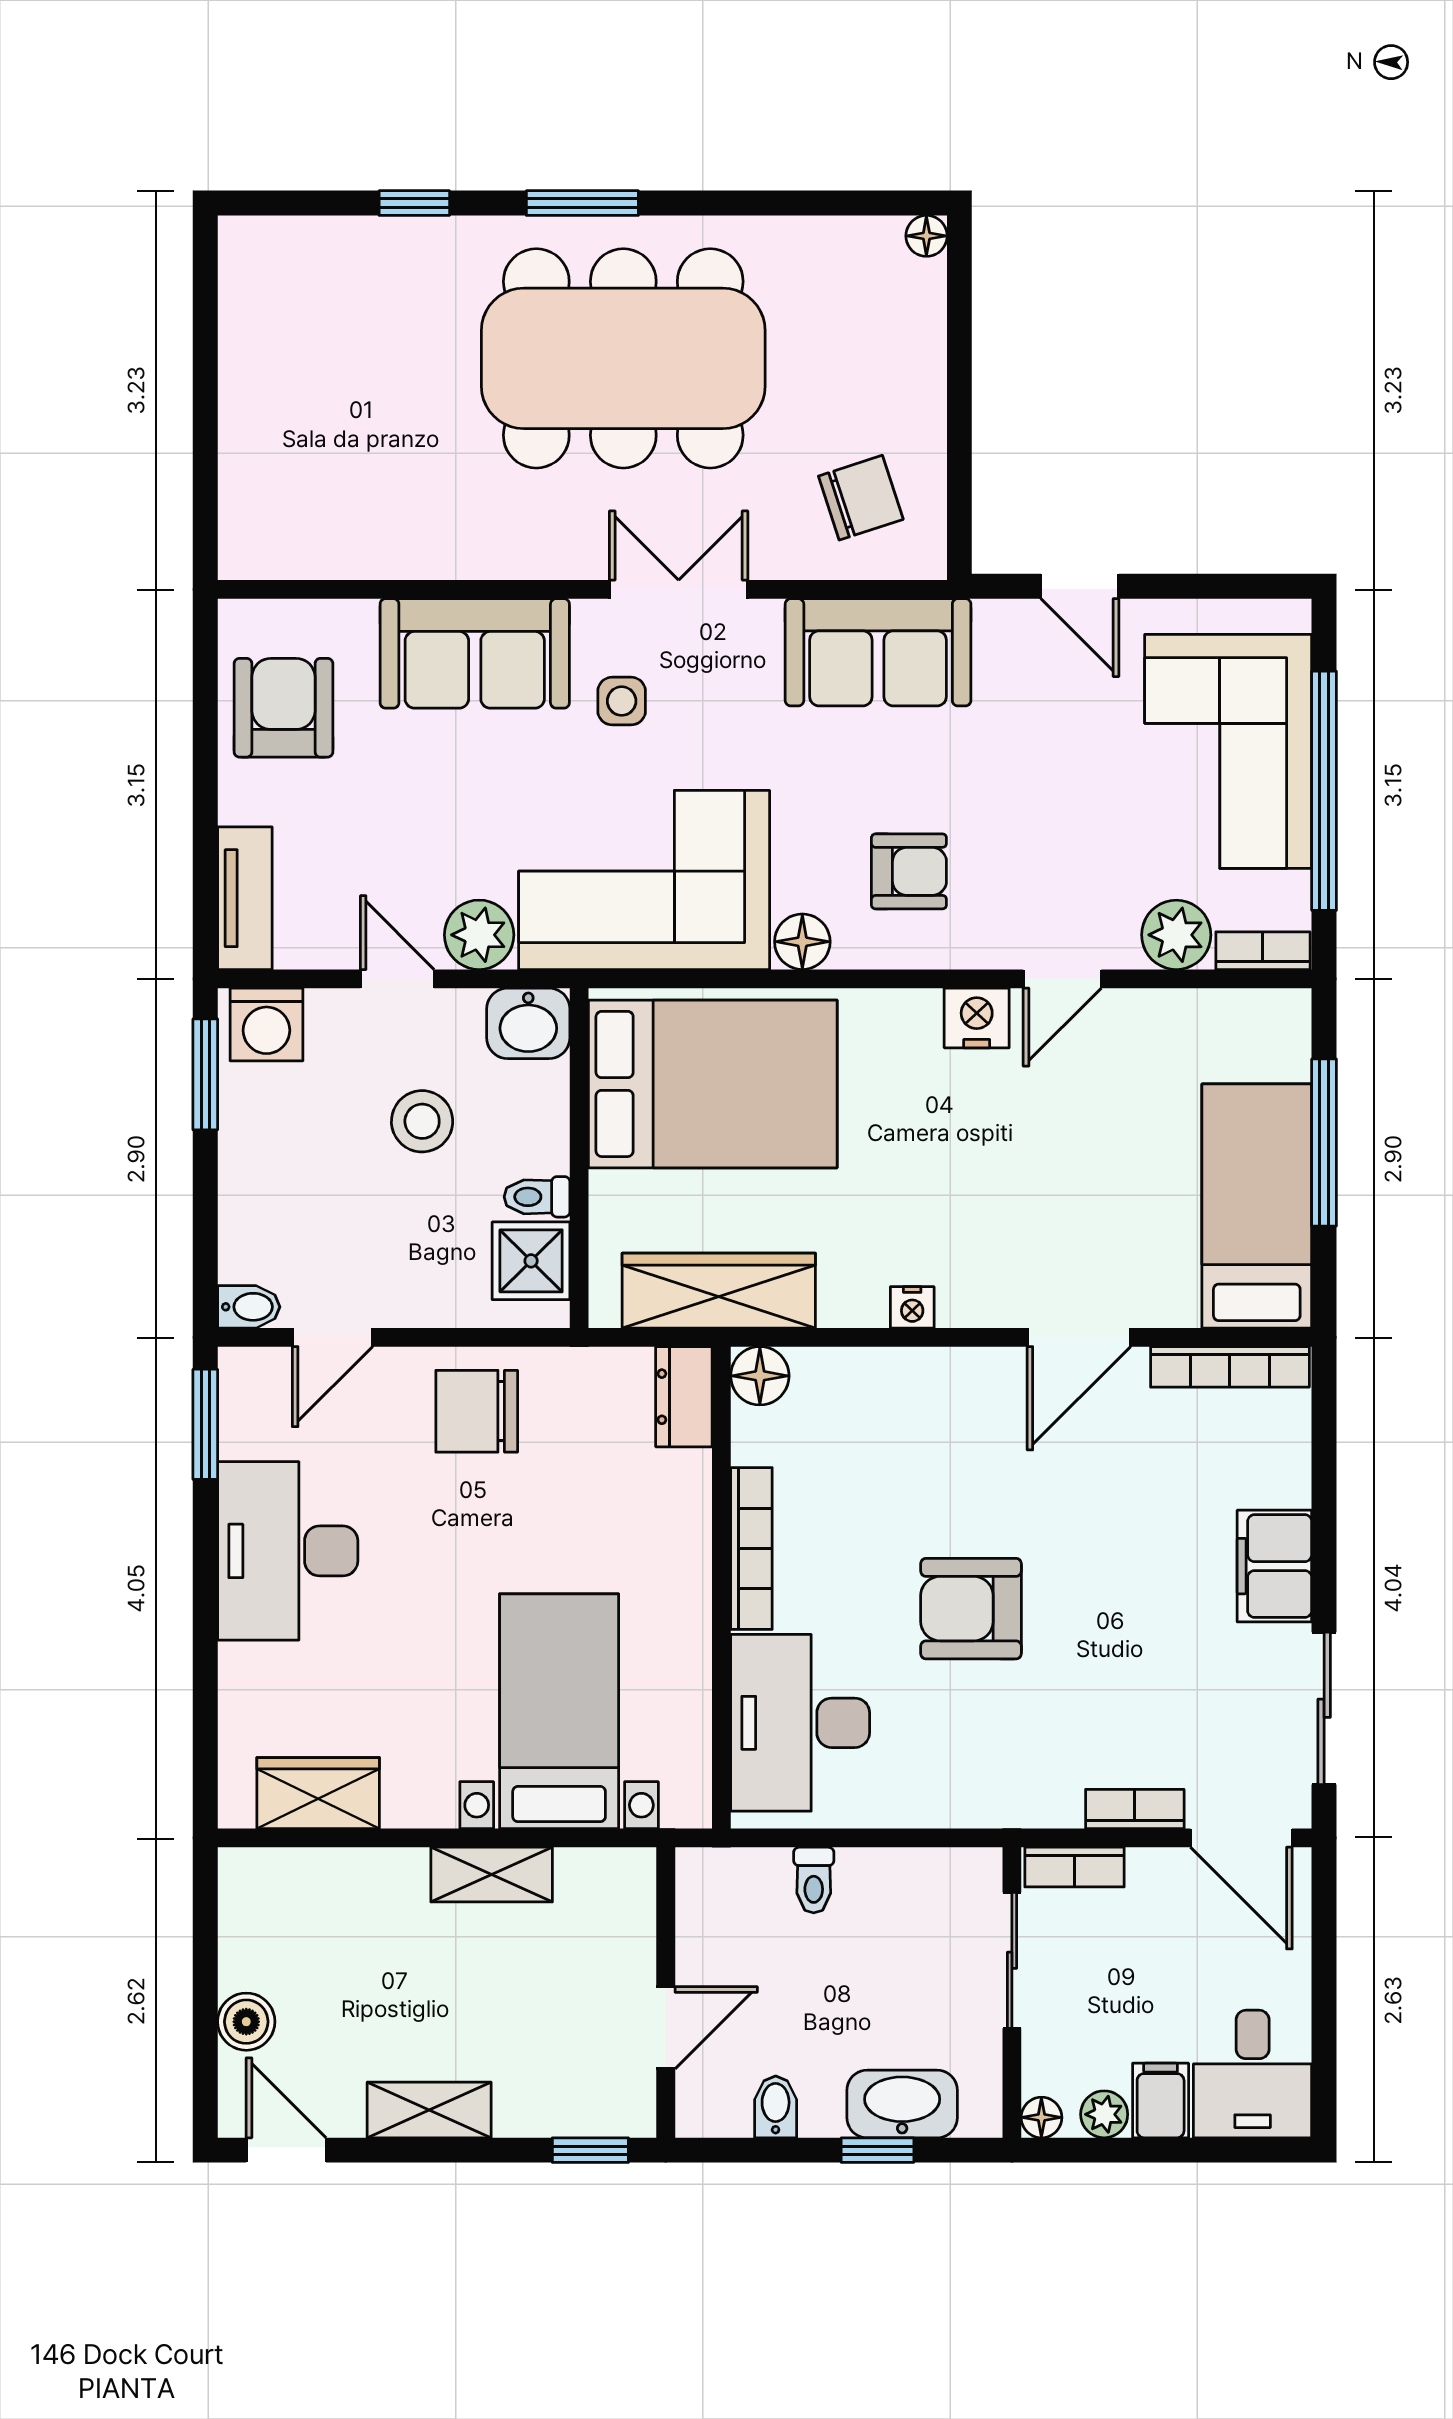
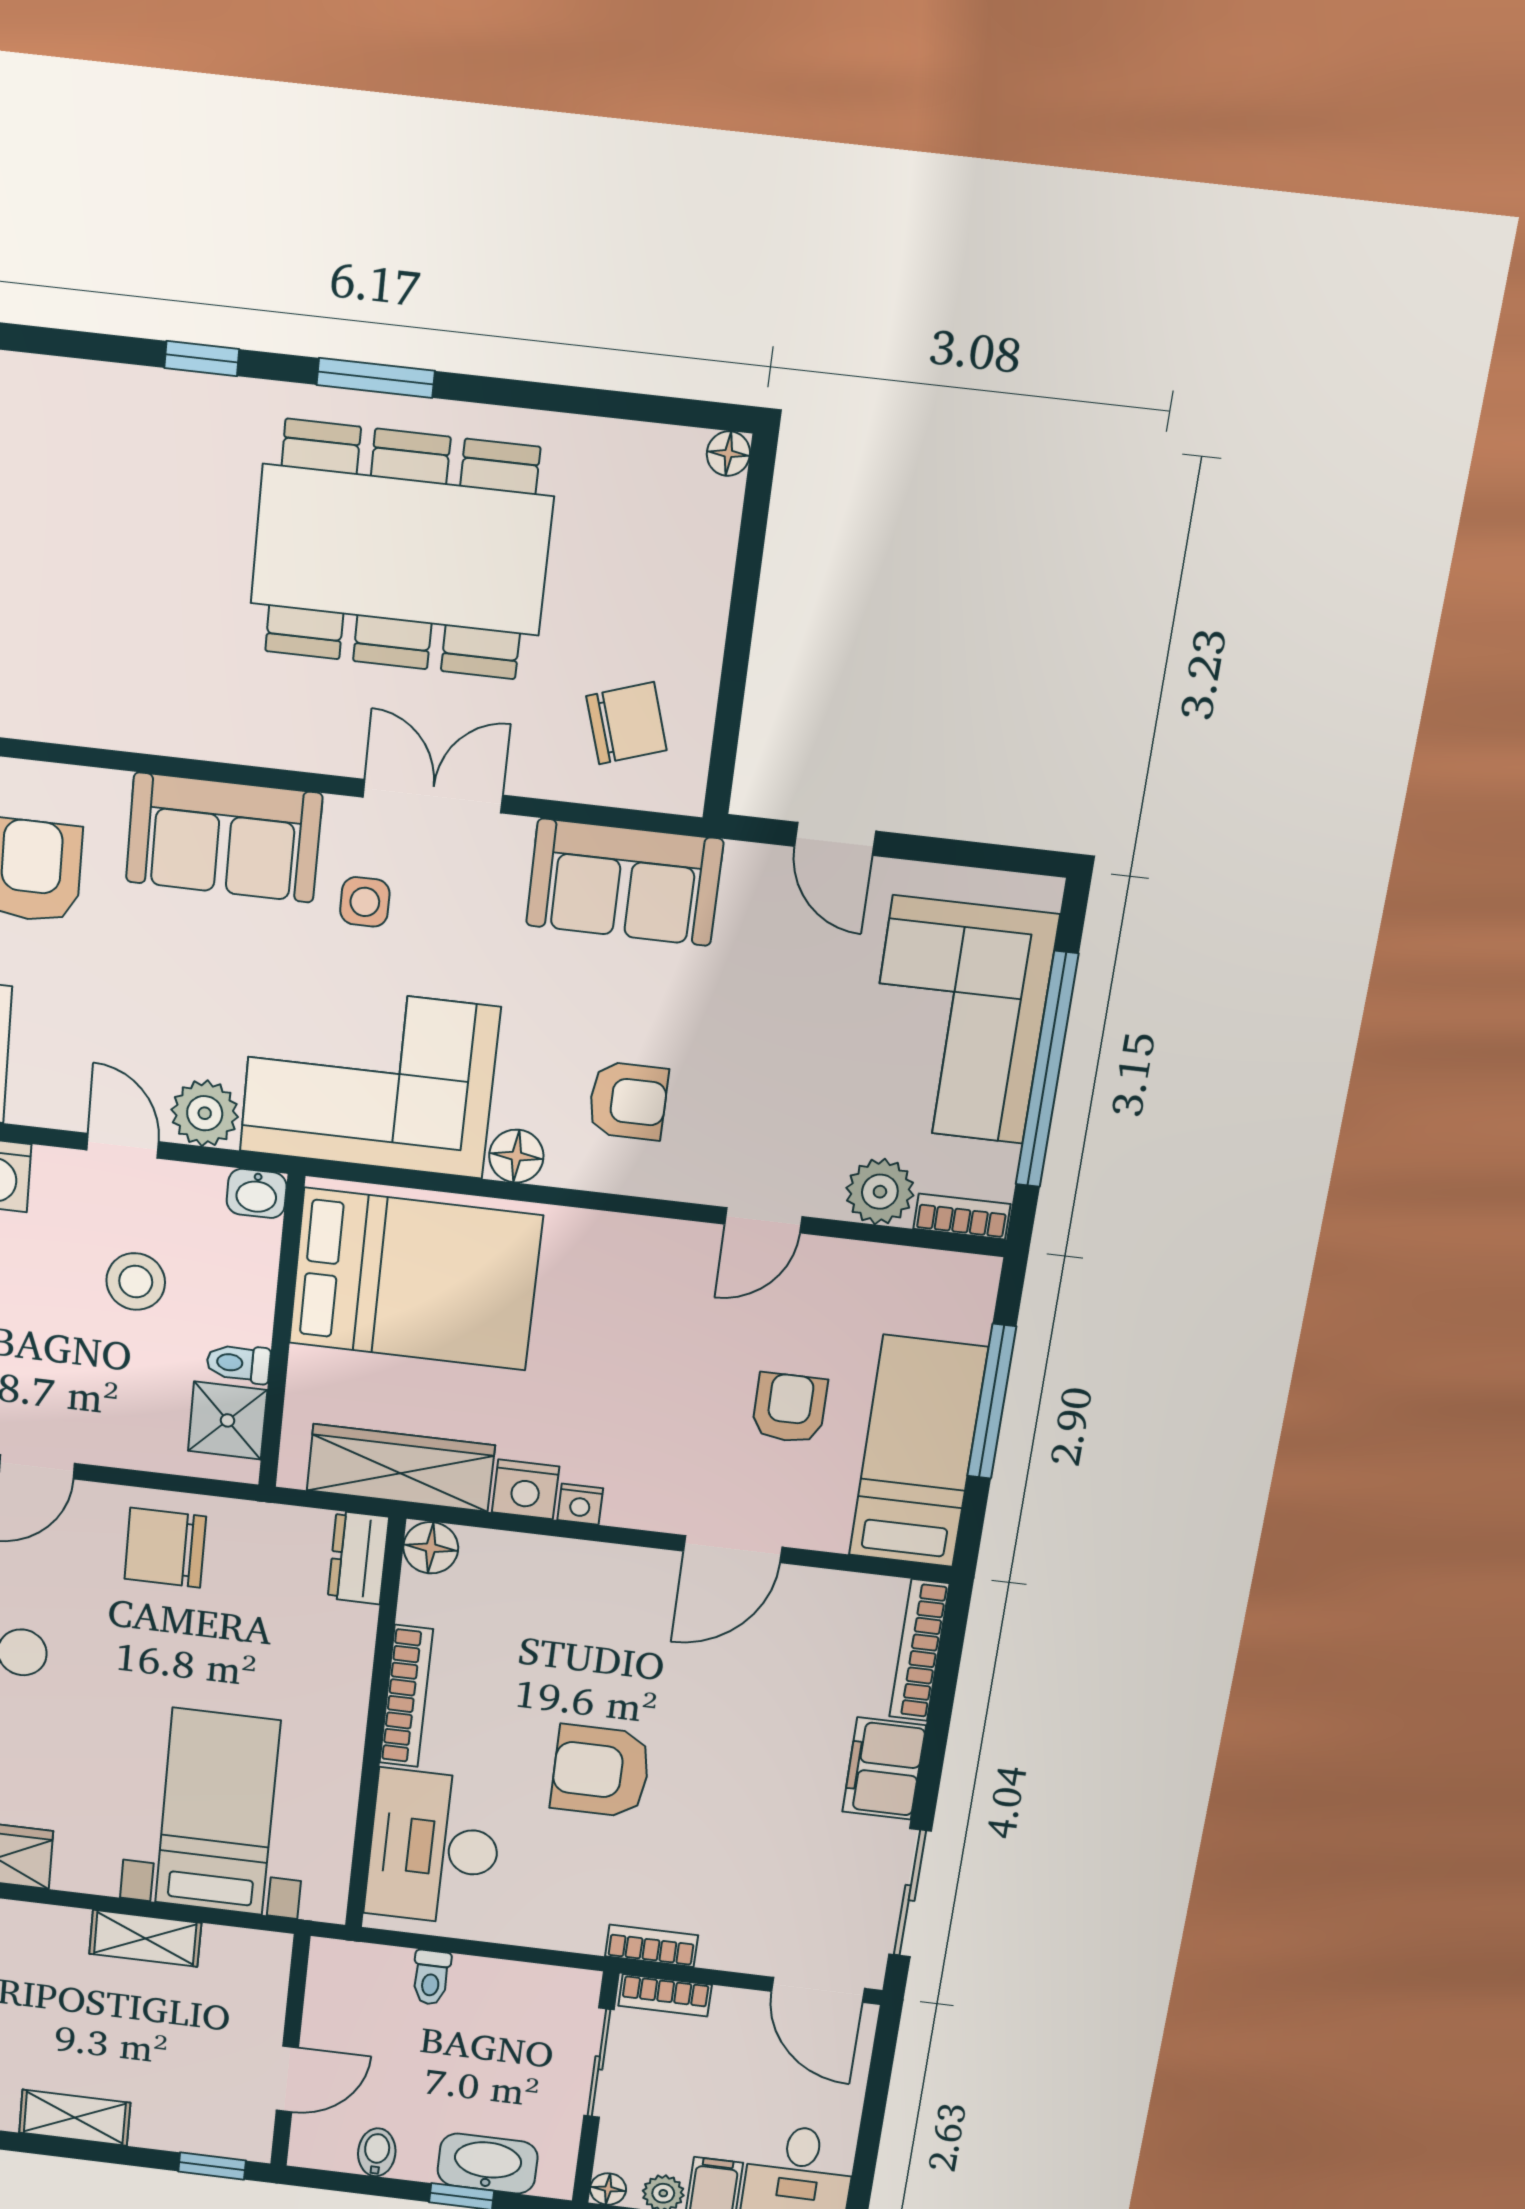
nightstand: (977, 1018) -> (526, 1489), moved, turned 180
washbasin: (528, 1023) -> (257, 1193), width x0.72, depth x0.69
armchair: (1117, 1175) -> (790, 1408), added
bookcase: (1230, 1367) -> (919, 1650), moved, turned 90
bookcase: (1135, 1809) -> (651, 1946), moved

